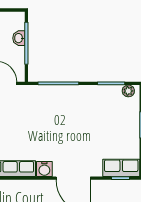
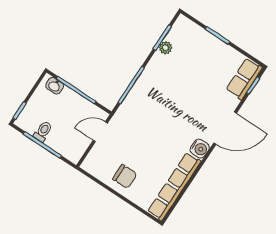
washbasin: (19, 38) -> (55, 86), moved
plant: (128, 91) -> (165, 48), moved

